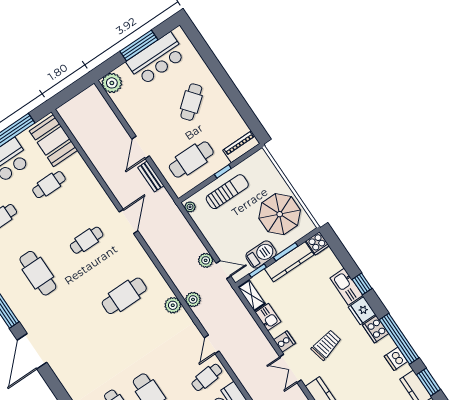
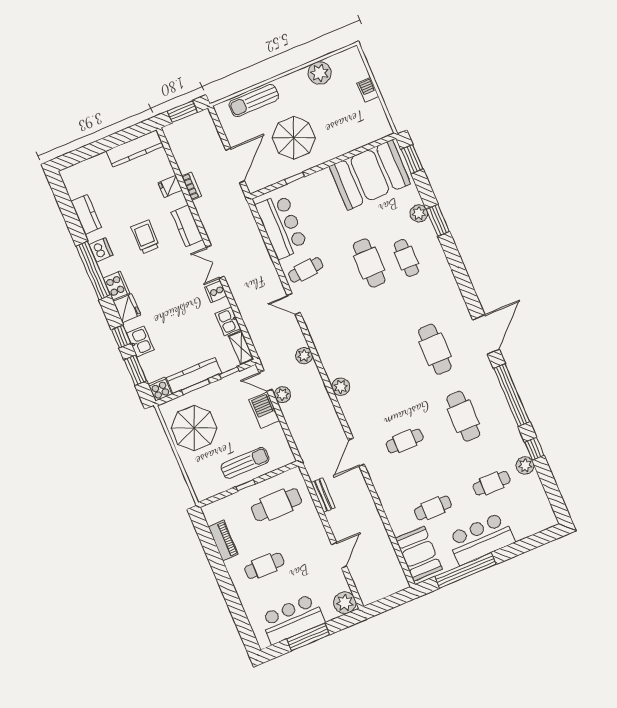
cafe table: (191, 102) -> (264, 566), turned 39
door: (141, 147) -> (339, 555), moved
piano: (241, 147) -> (223, 540), moved, turned -90
sun lounger: (227, 192) -> (245, 463), turned 180
plant: (190, 207) -> (288, 455), removed
barbecue: (261, 254) -> (264, 410), moved, turned 90
kitchen sink: (346, 287) -> (140, 342), width x0.73
cafe table: (124, 296) -> (435, 349), moved, turned 90
plant: (173, 305) -> (341, 387), moved
door: (212, 344) -> (294, 304), swing flipped
trolley: (326, 345) -> (145, 237), moved, turned 103
double door: (290, 368) -> (215, 262), swing flipped
window: (428, 382) -> (135, 370), moved

